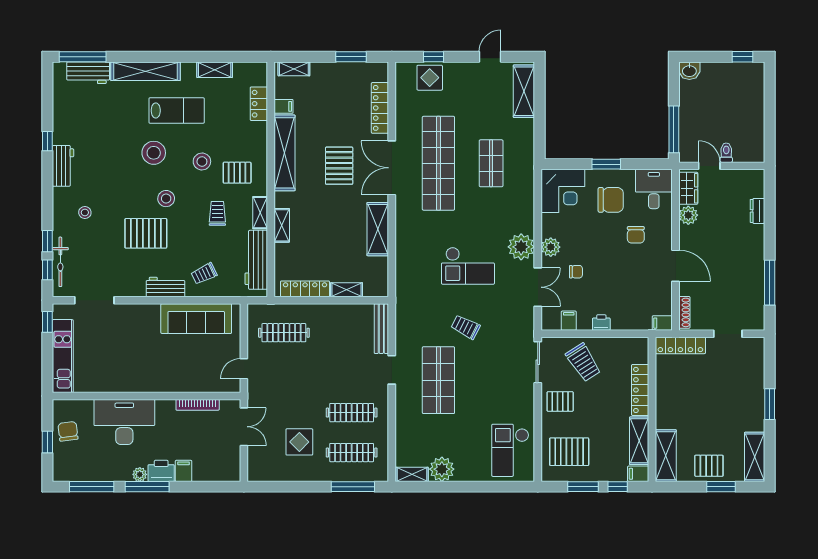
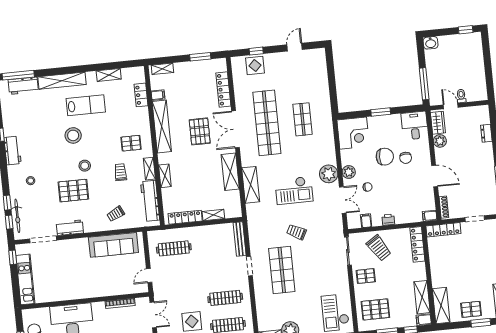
shelving: (524, 91) -> (251, 185), moved
stool: (202, 162) -> (106, 138), removed
chair: (611, 200) -> (385, 157), moved
workbench: (165, 287) -> (70, 228), moved
locker: (640, 390) -> (417, 244), moved

